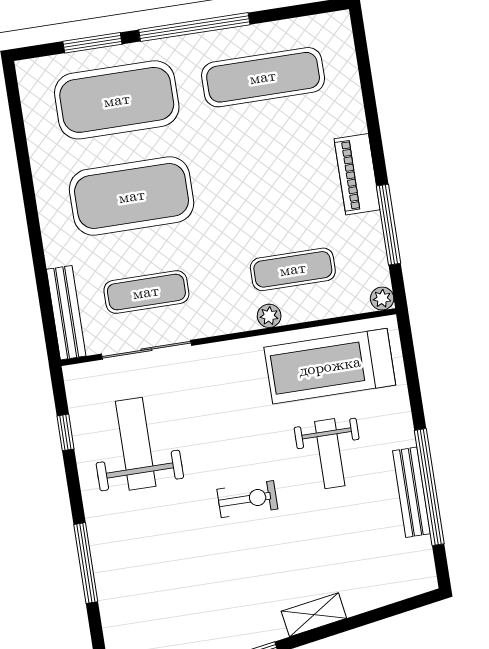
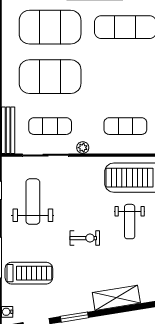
plant: (269, 316) -> (83, 148), moved
treadmill: (149, 584) -> (29, 273), added
shelving: (314, 615) -> (116, 298), width x1.50, depth x1.33

